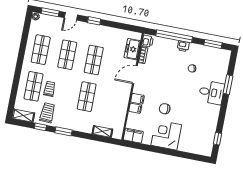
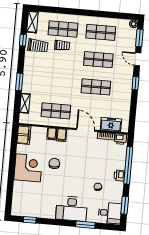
desk: (219, 59) -> (110, 213), added
desk: (211, 92) -> (72, 209), width x1.37
shop shelf: (87, 97) -> (56, 111), moved
window: (63, 131) -> (19, 82), moved

